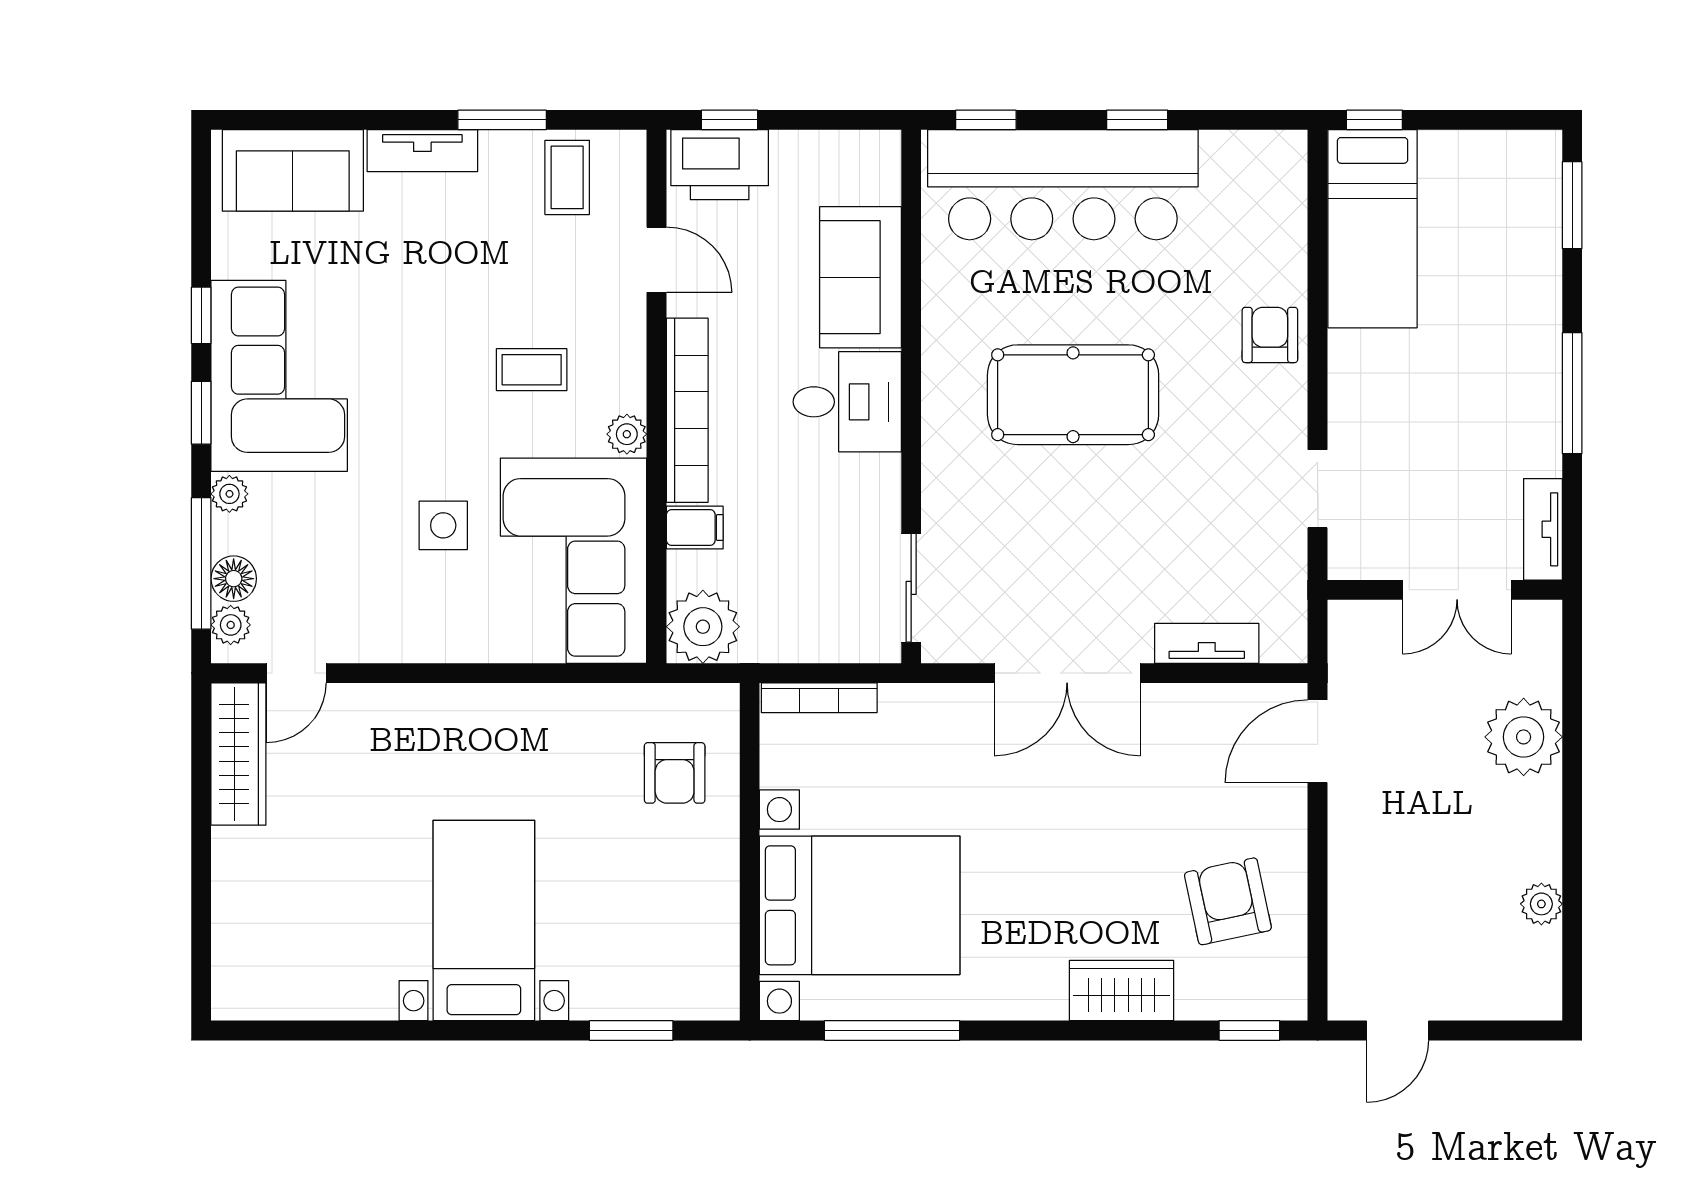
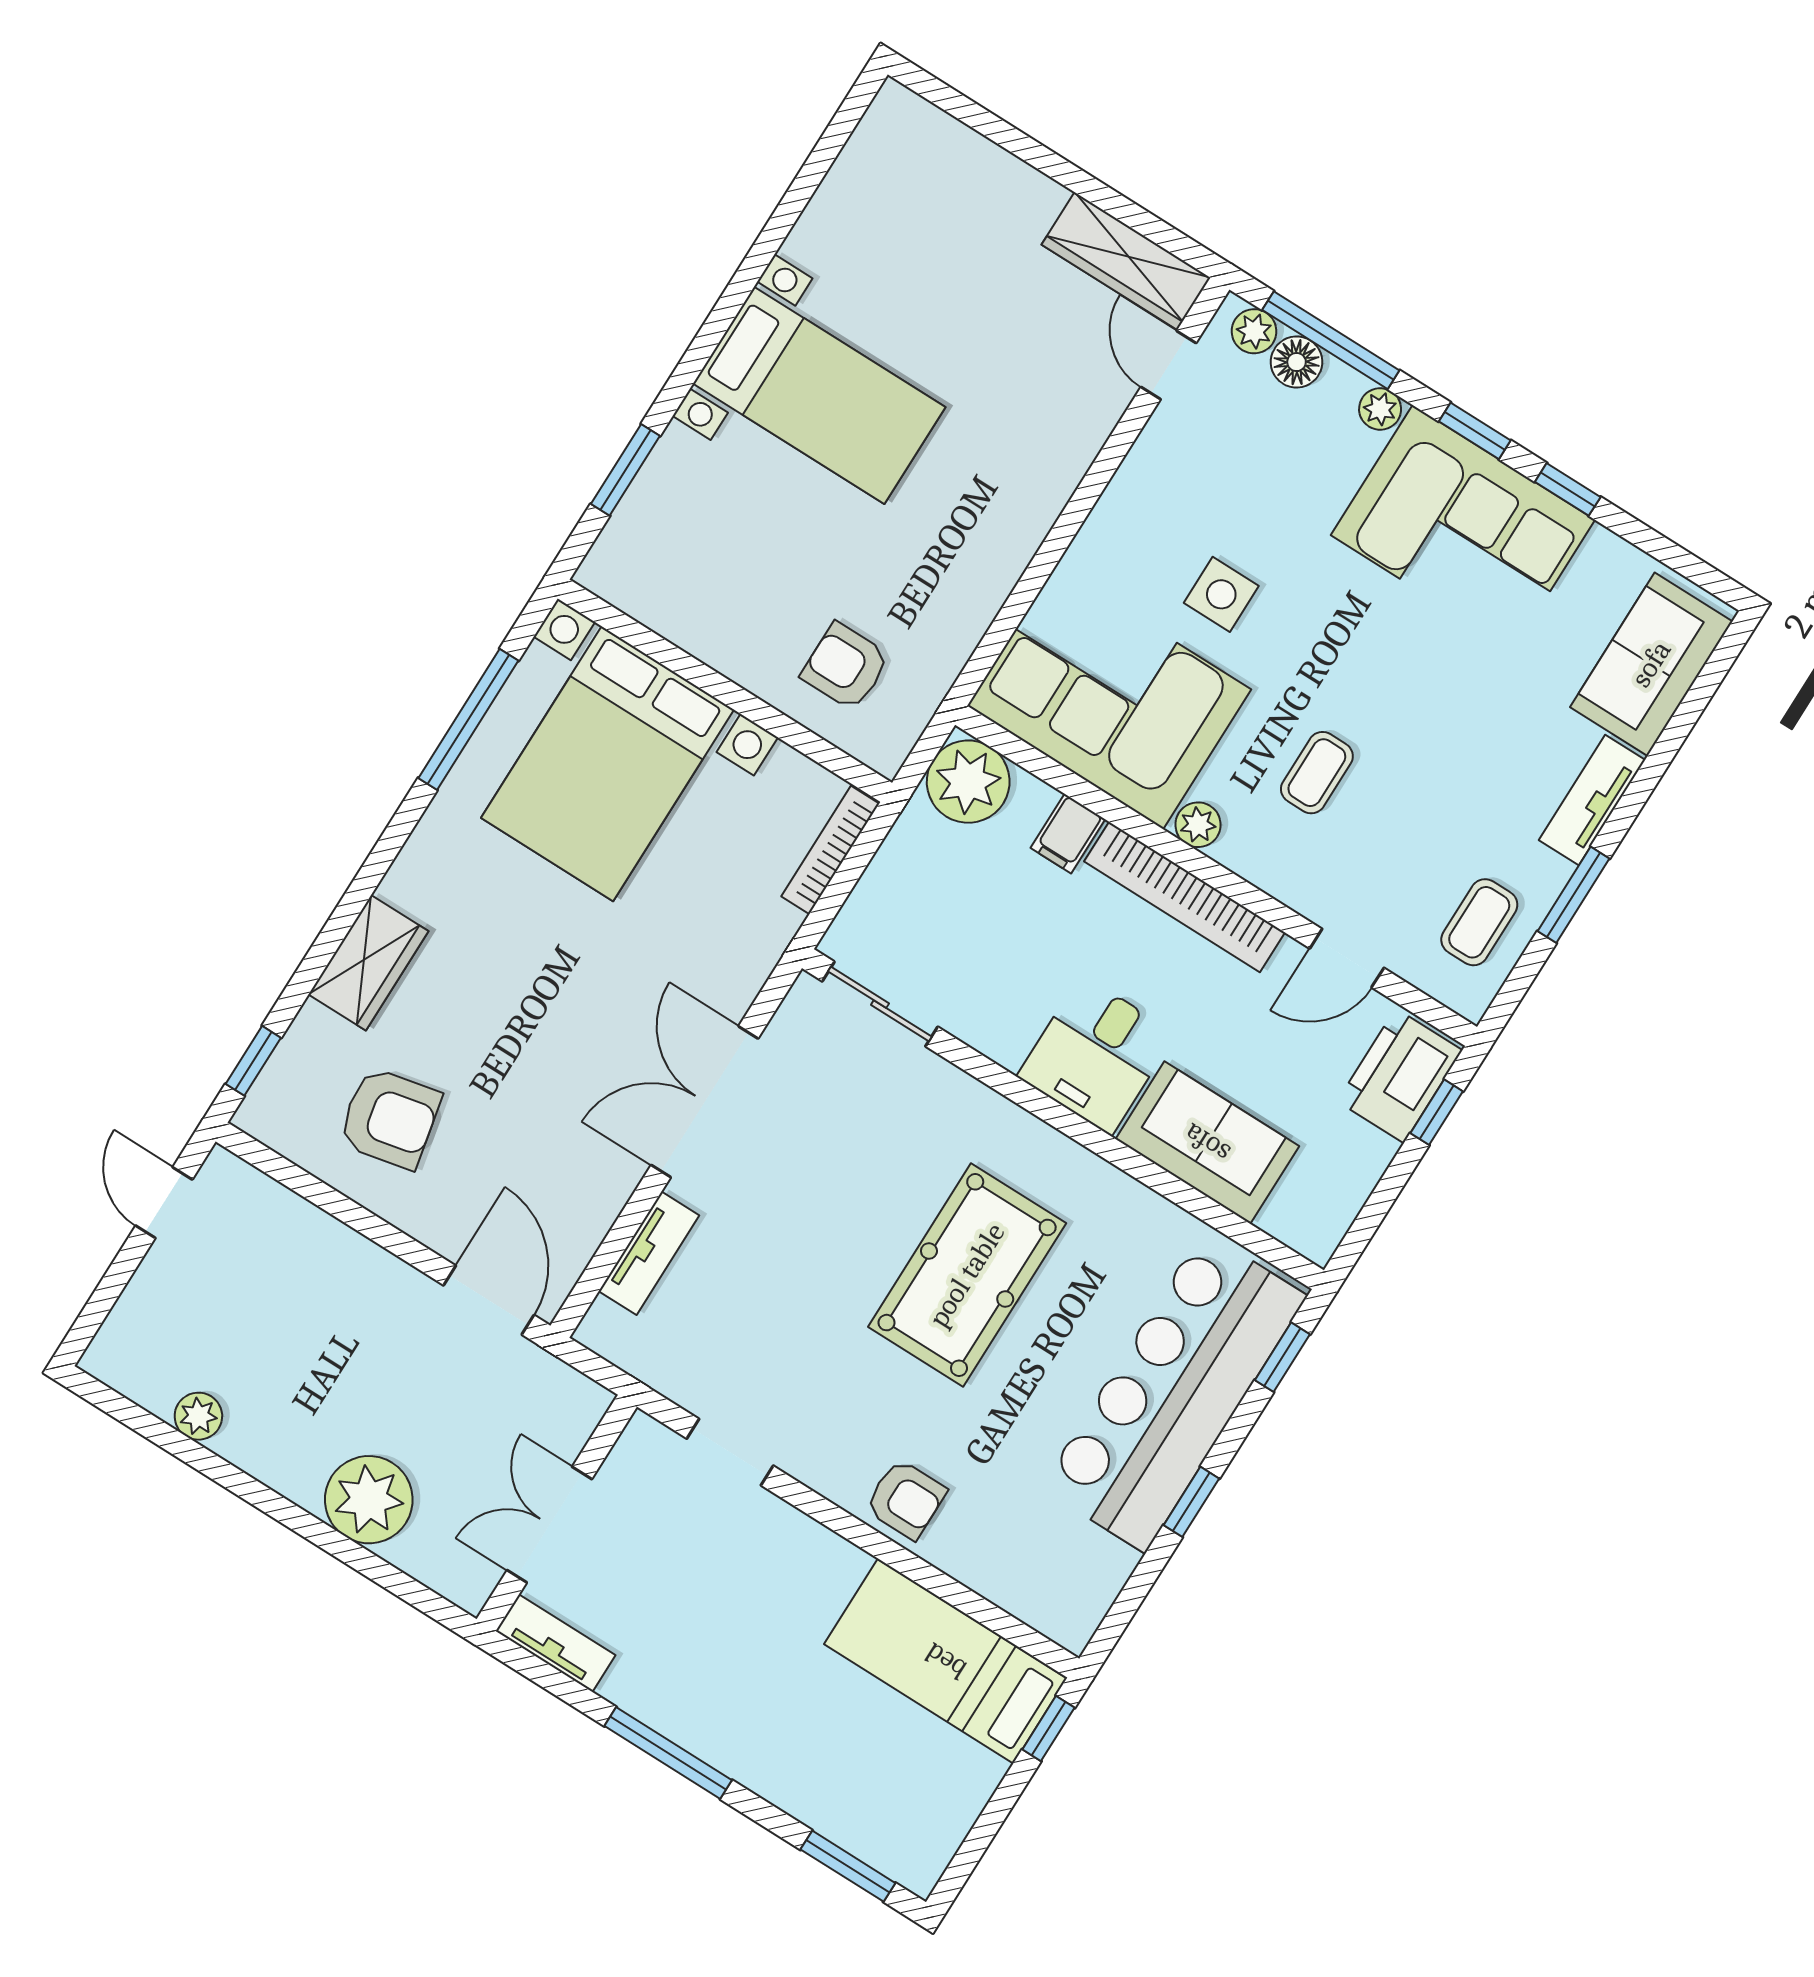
coffee table: (567, 177) -> (1479, 922), turned 90

